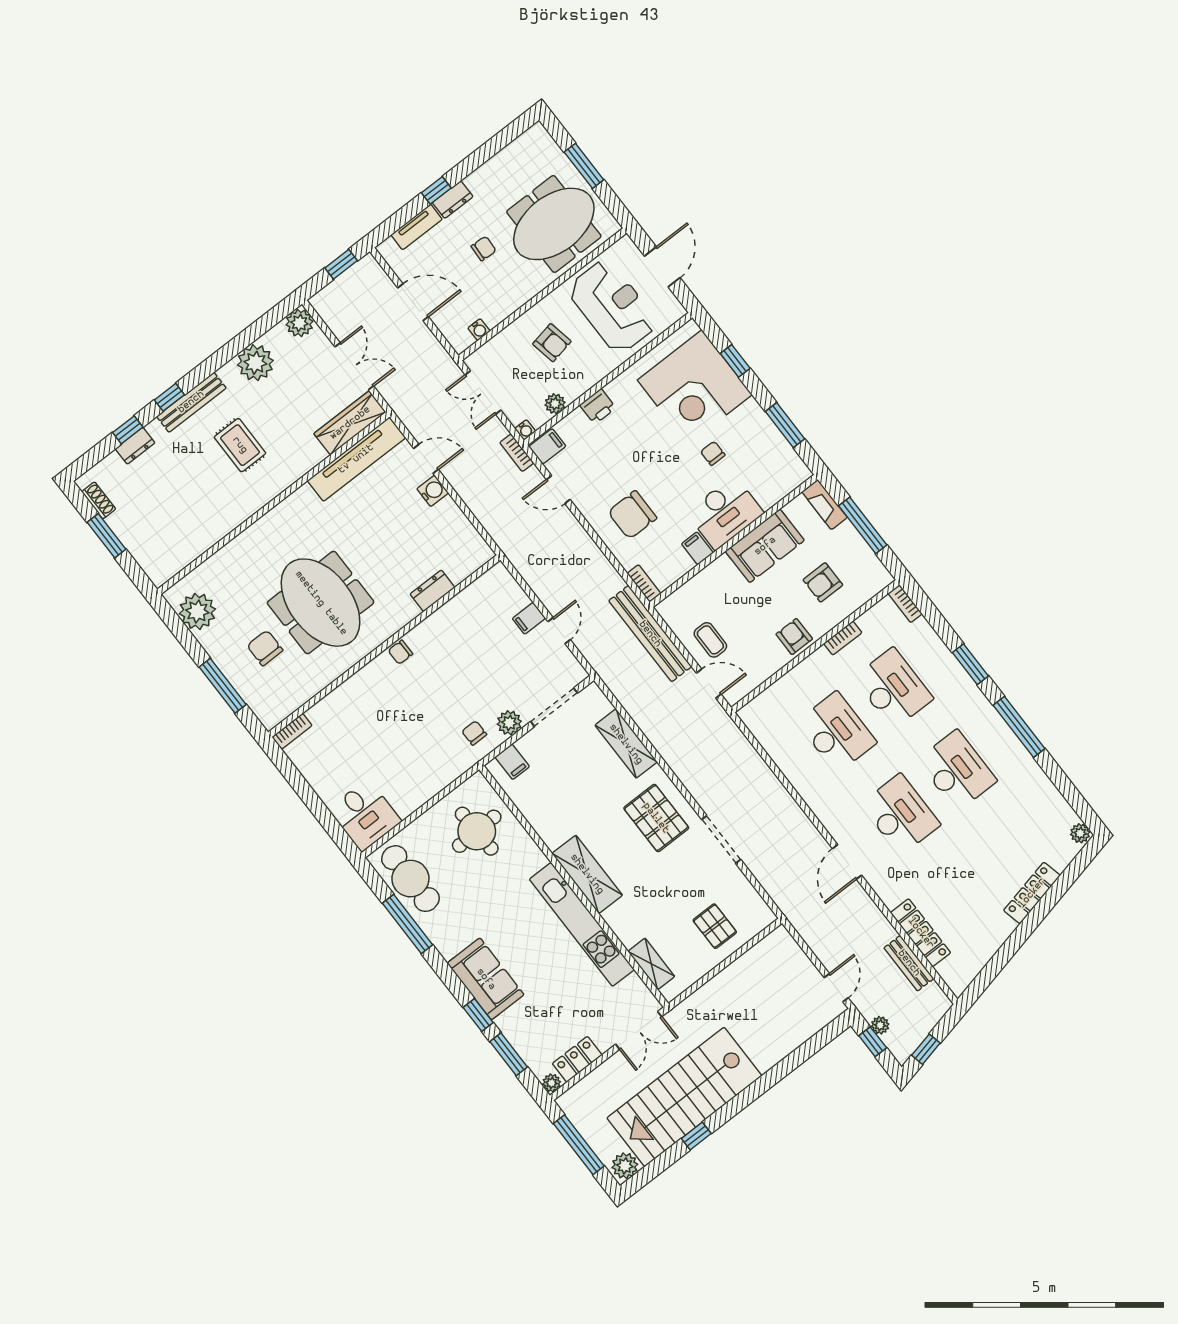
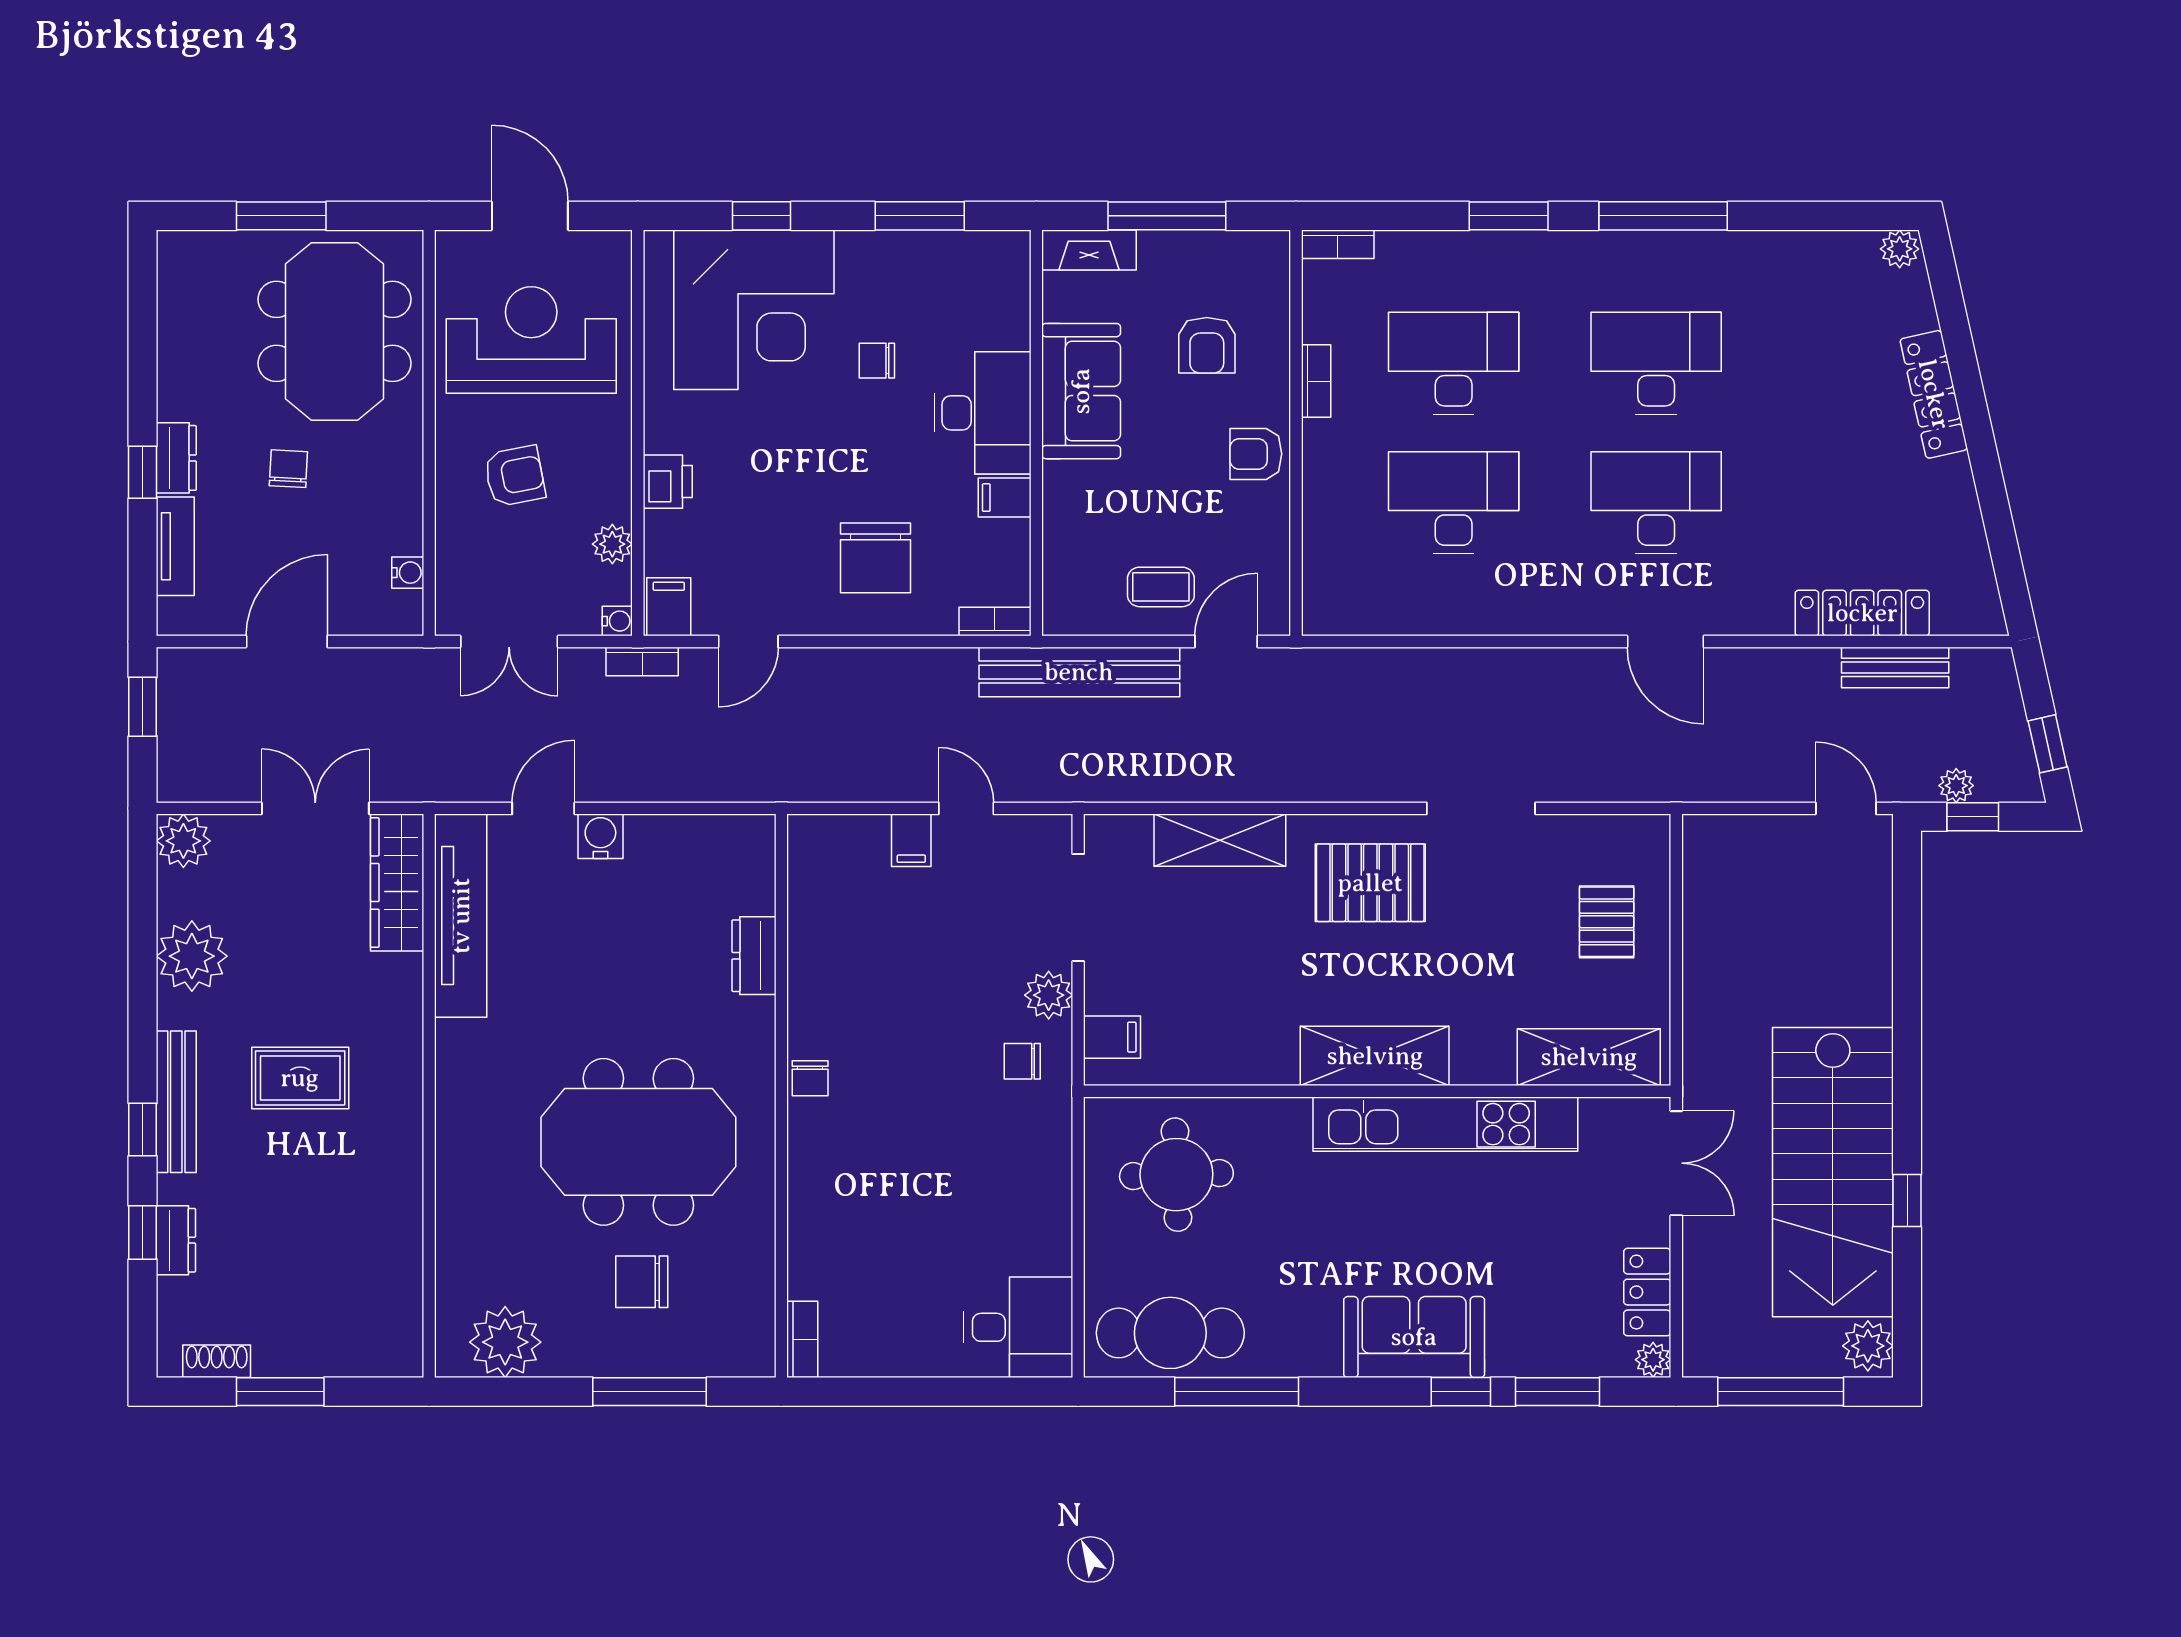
pallet: (715, 926) -> (1607, 922), turned 90
shelving: (651, 964) -> (1589, 1057), width x1.50, depth x1.33

